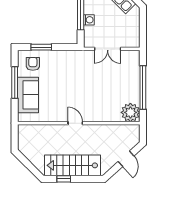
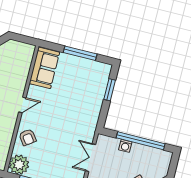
armchair: (33, 64) -> (28, 137), moved, turned 54
sofa: (28, 95) -> (44, 68), moved, turned -90

